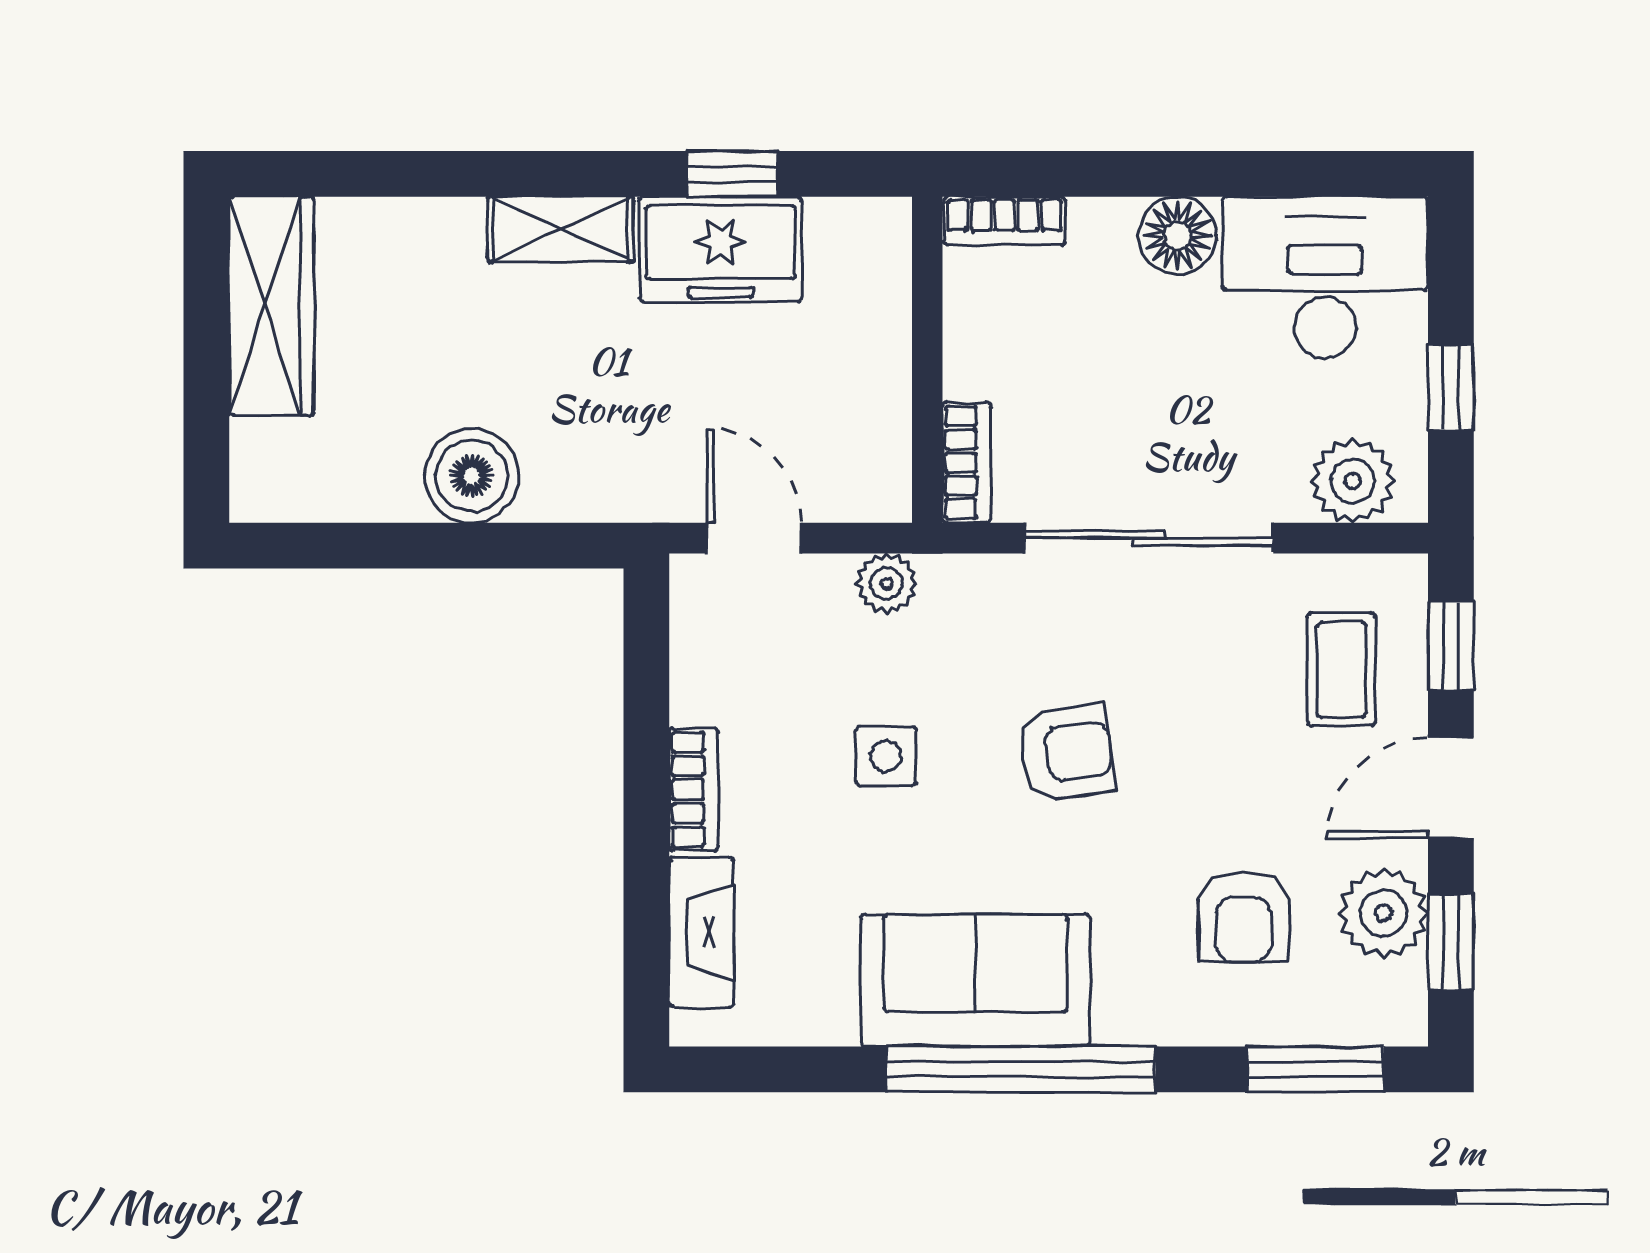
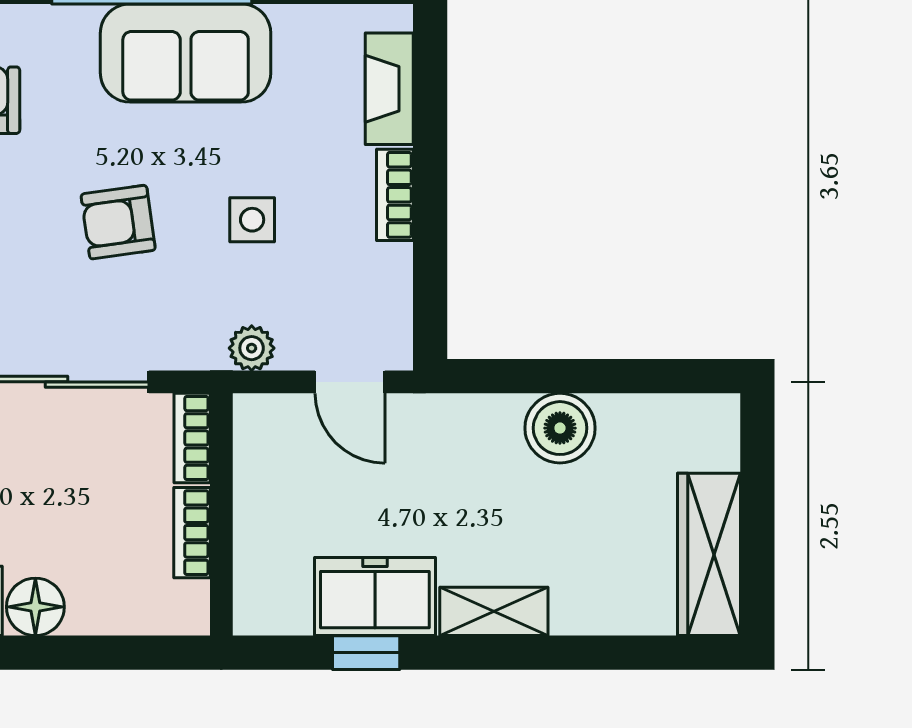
bookcase: (1005, 221) -> (192, 533), moved, turned -90

